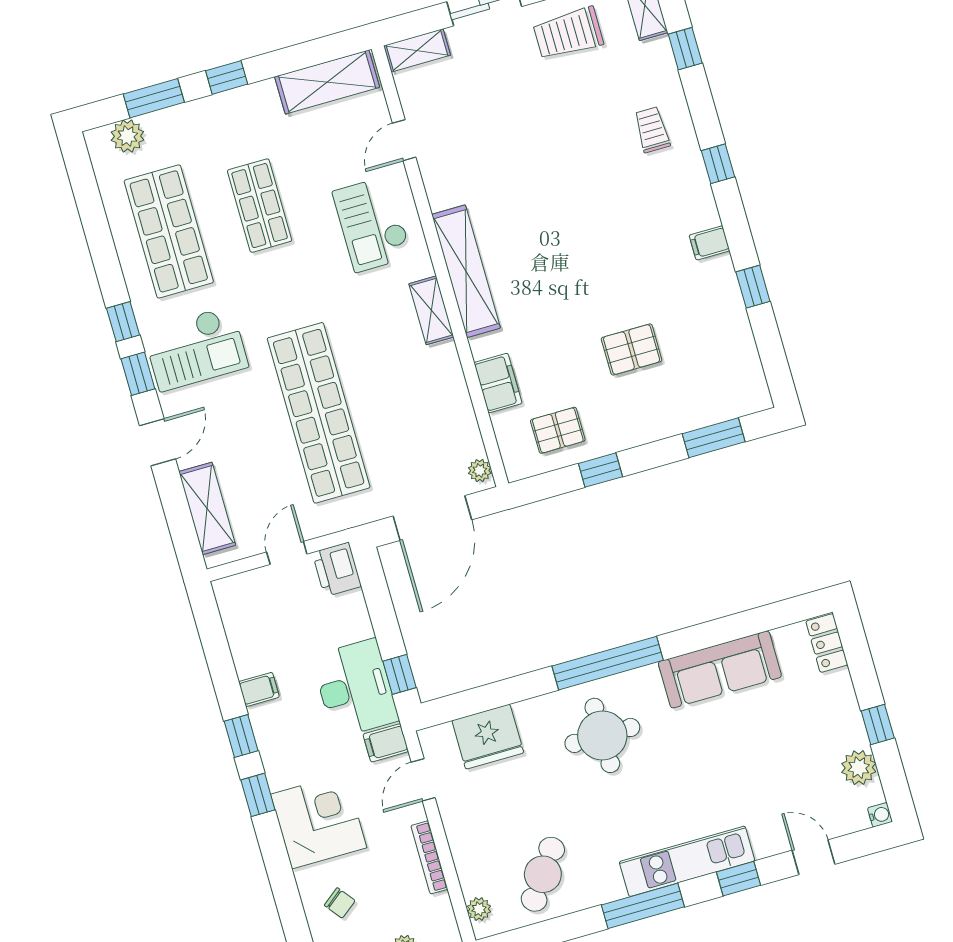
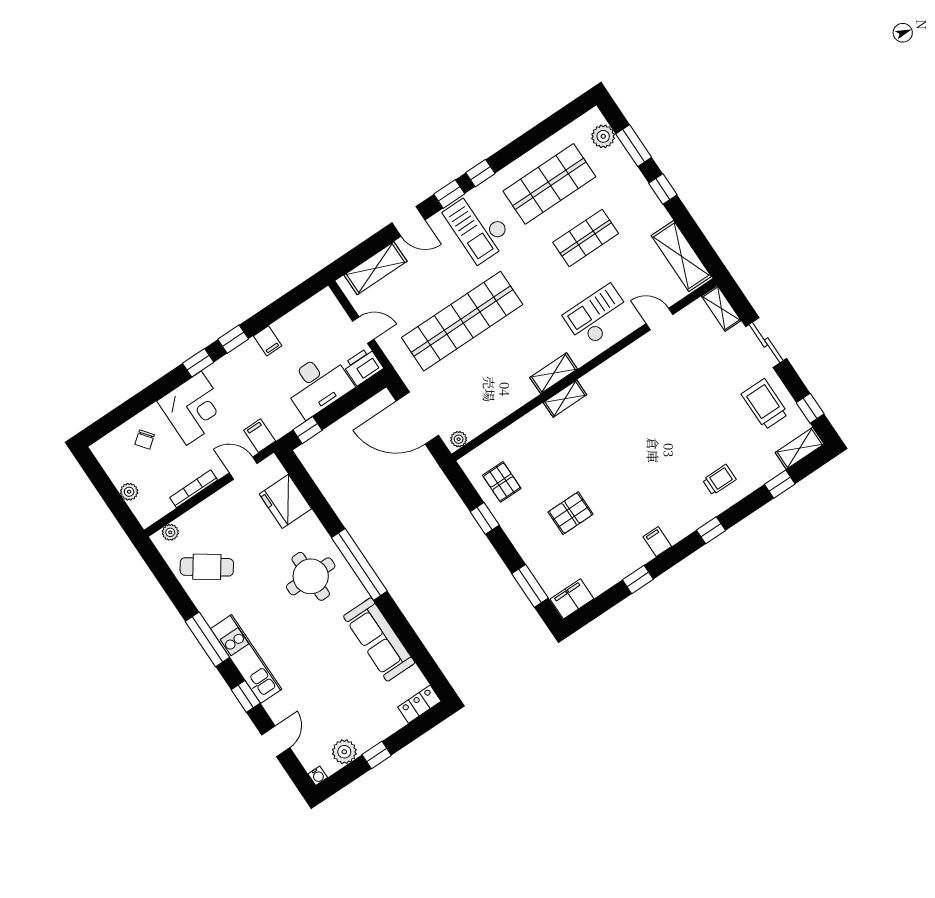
shelving: (466, 271) -> (565, 399), width x0.45, depth x0.75
pallet: (632, 349) -> (571, 513), turned 90
filing cabinet: (498, 383) -> (572, 599), moved, turned 180
desk: (355, 688) -> (318, 385), moved

